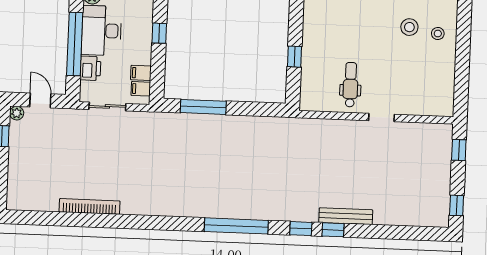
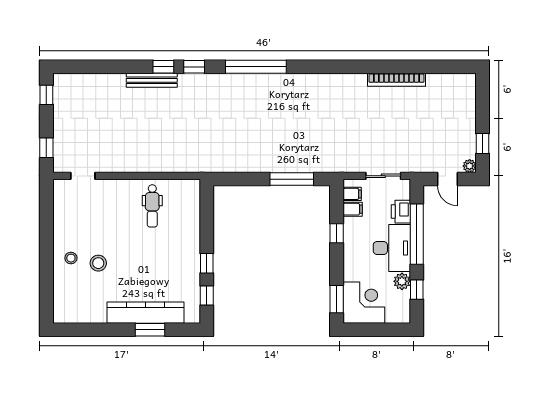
window: (159, 33) -> (337, 233), moved
window: (294, 57) -> (207, 263), moved
doorway: (382, 117) -> (83, 176), moved

